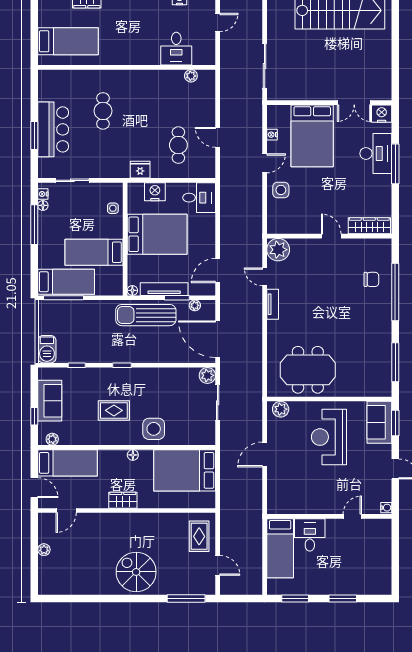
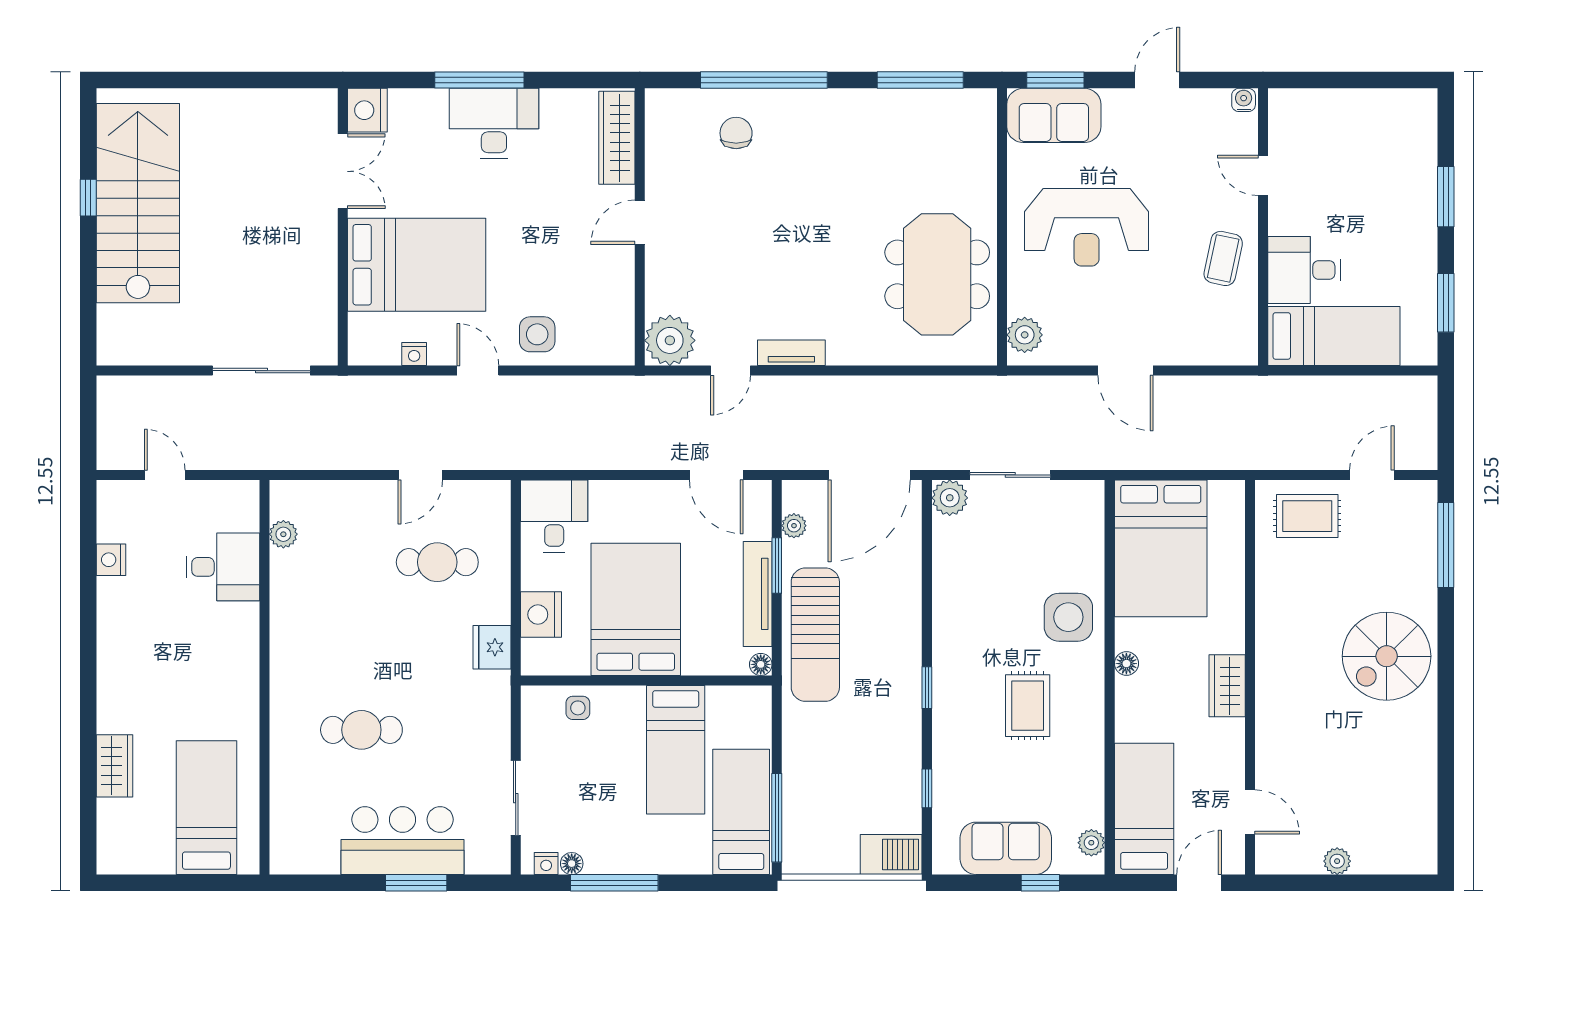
desk: (376, 153) -> (494, 123), moved
coffee table: (315, 498) -> (1223, 258), added

